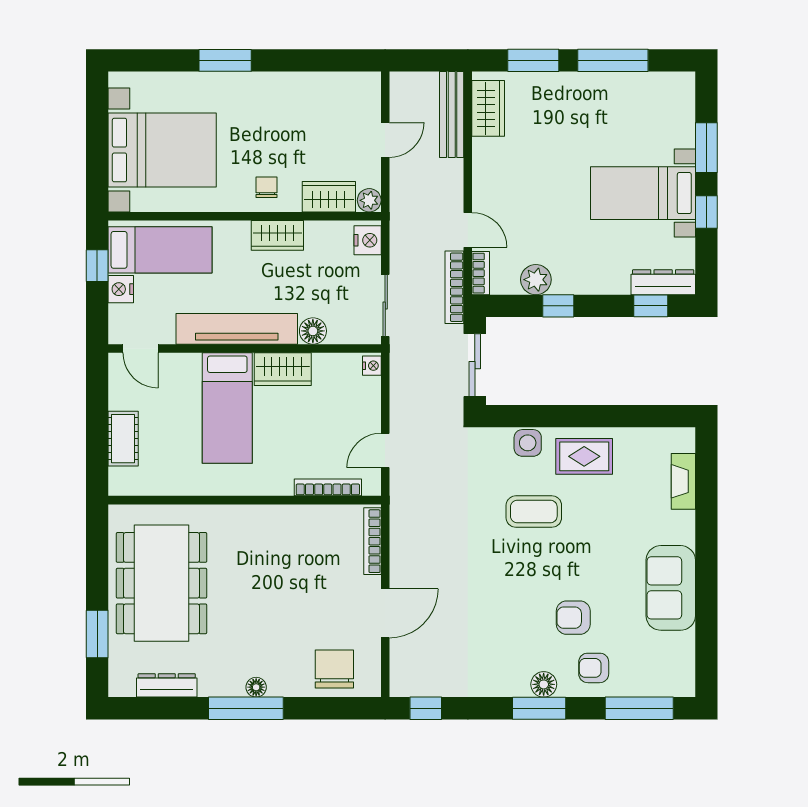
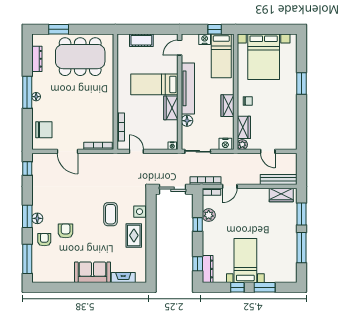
sofa: (671, 588) -> (93, 272), moved

